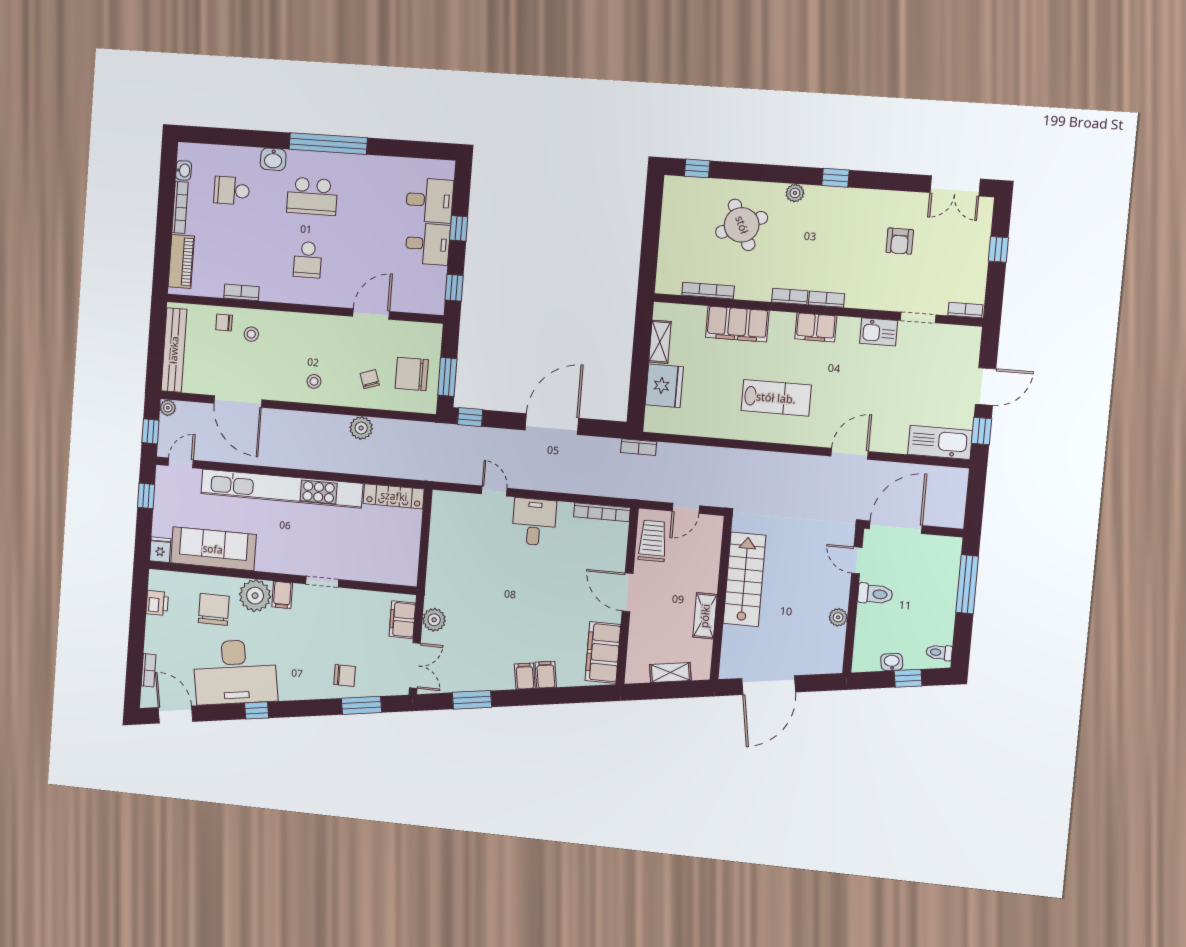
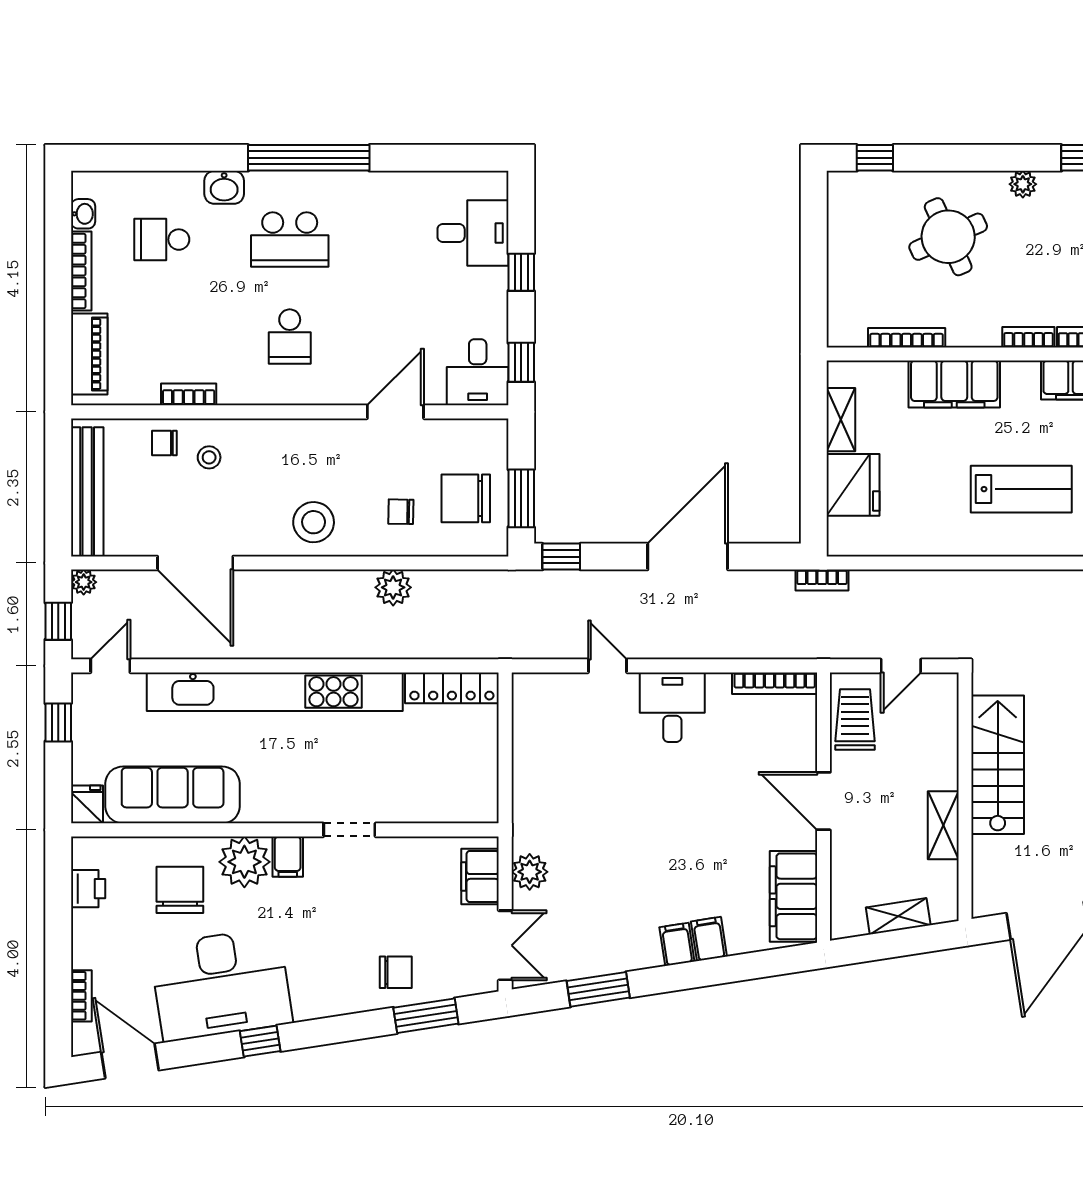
desk: (428, 244) -> (478, 372), moved, turned 90
chair: (370, 379) -> (401, 512), turned -70
stool: (314, 381) -> (314, 522), width x1.89, depth x1.89

